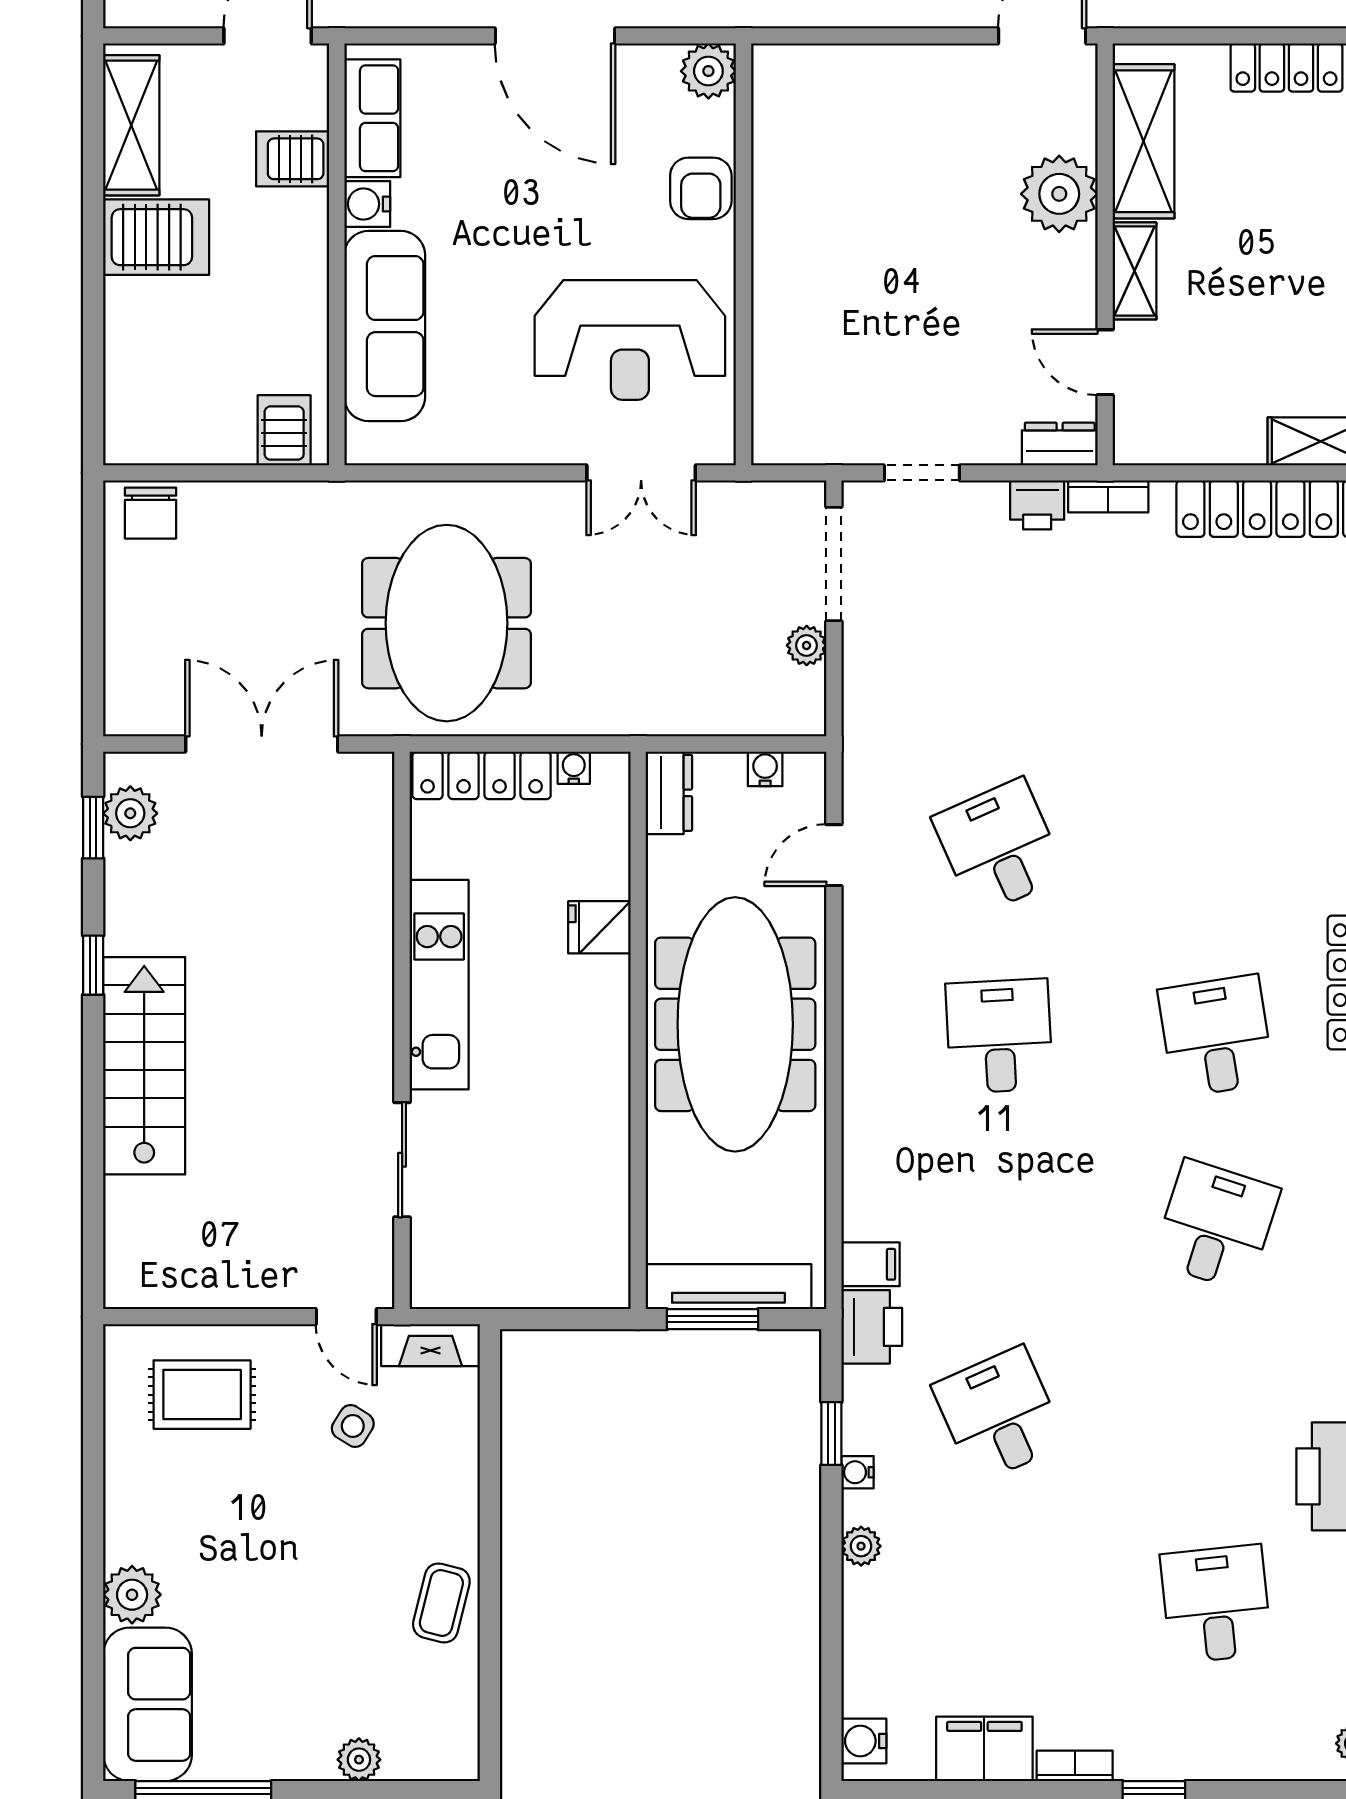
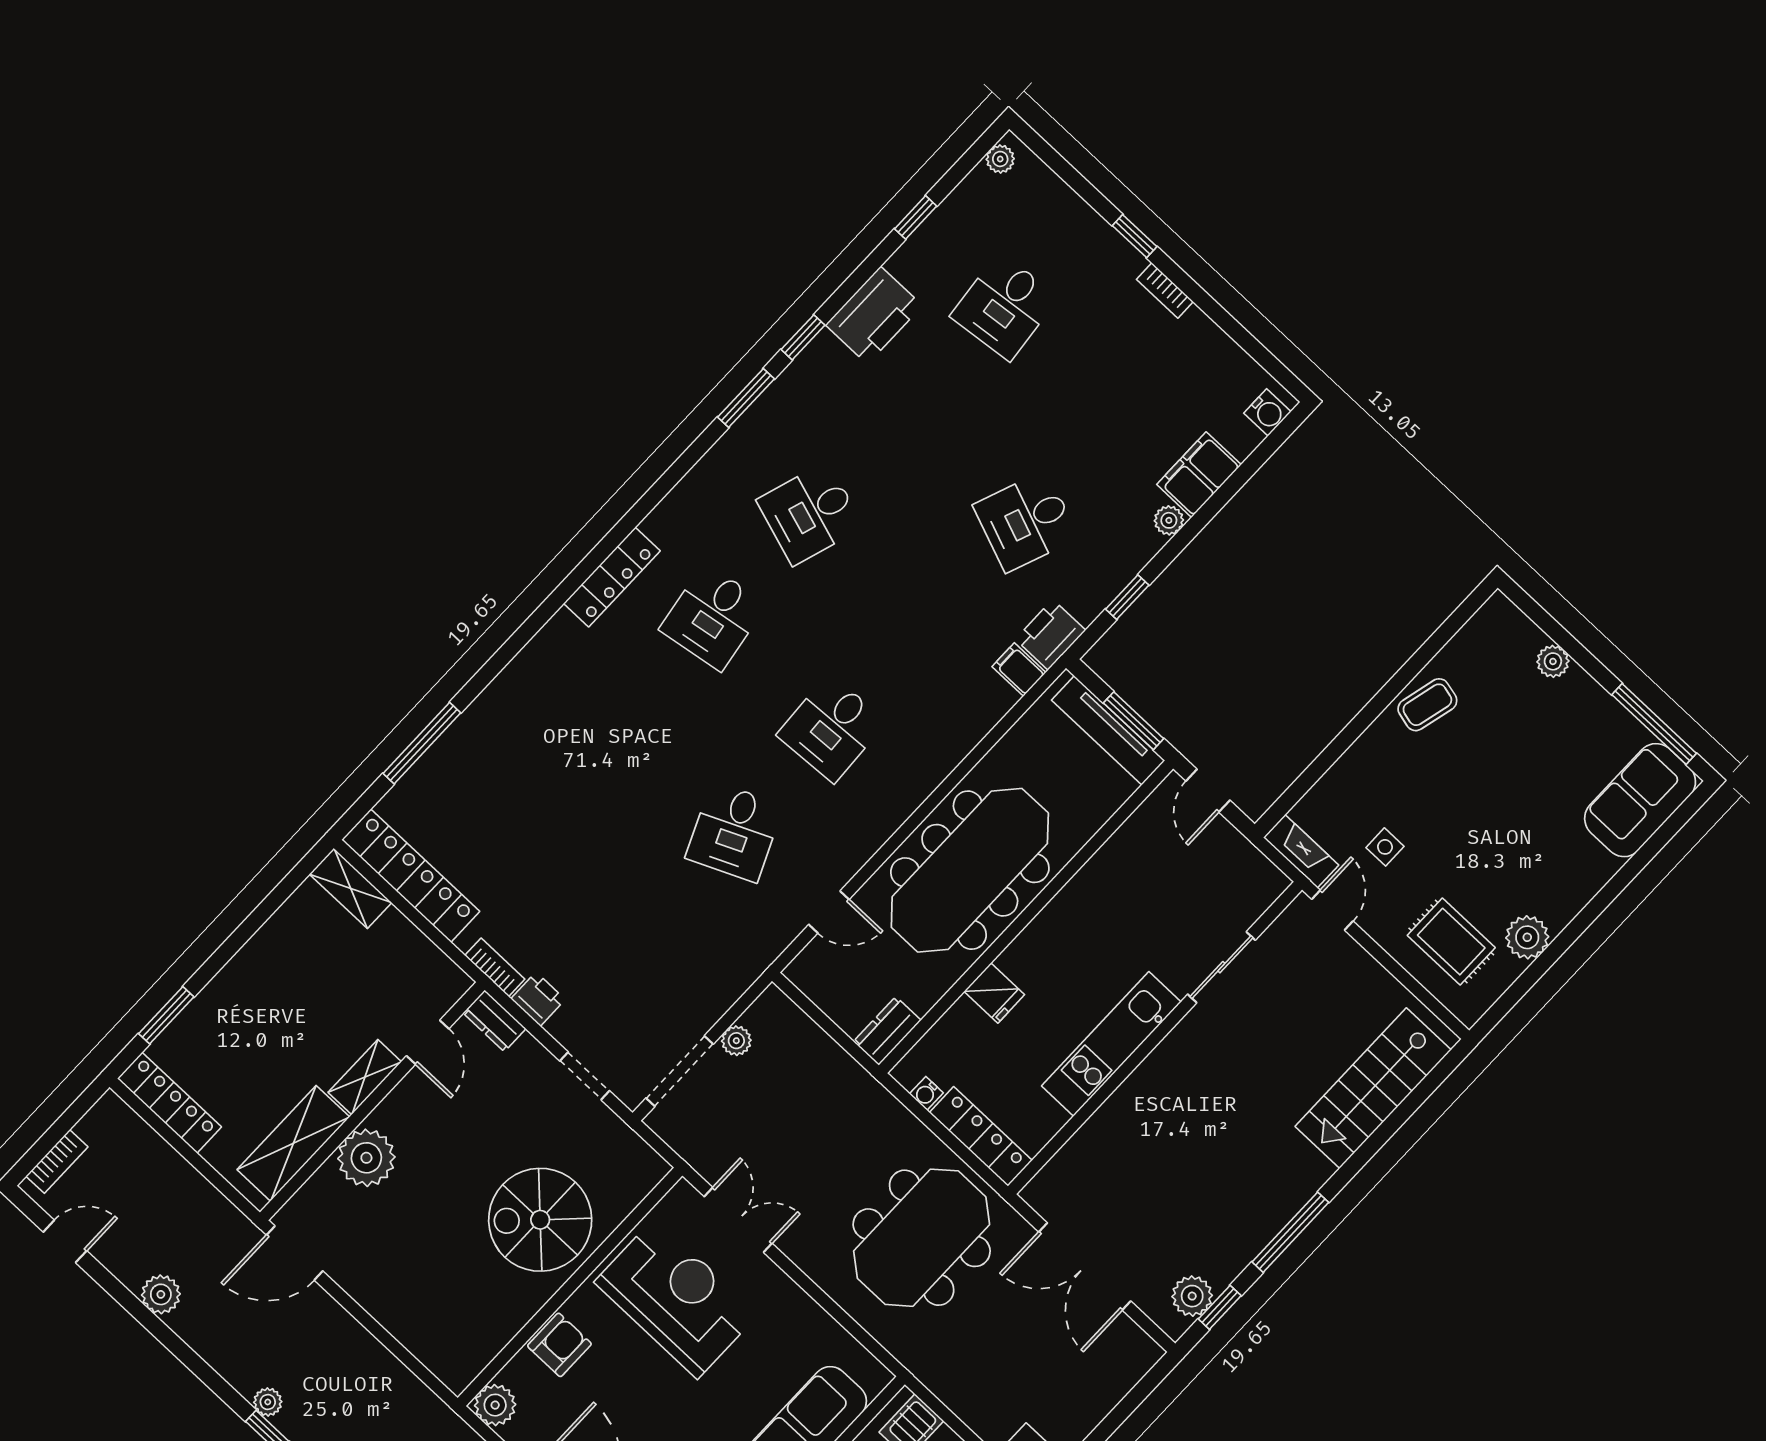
spiral stairs: (834, 292) -> (540, 1220), added
water cooler: (765, 769) -> (822, 994), removed
window: (93, 965) -> (1290, 1232), width x2.17
stairs: (144, 1066) -> (1373, 1088), moved
door: (576, 1319) -> (1208, 791), added
desk: (999, 1415) -> (1026, 521), turned 45
side table: (353, 1426) -> (1385, 847), turned -32
water cooler: (858, 1472) -> (1133, 563), removed
plant: (132, 1595) -> (1527, 937), moved
filing cabinet: (984, 1749) -> (1199, 475), moved, turned 90

